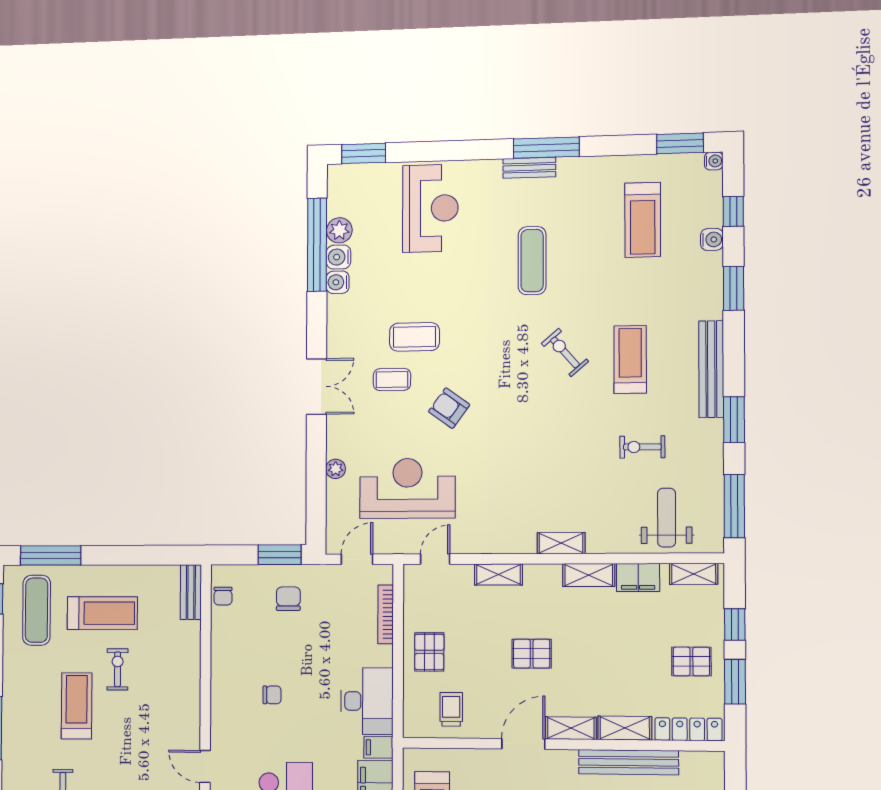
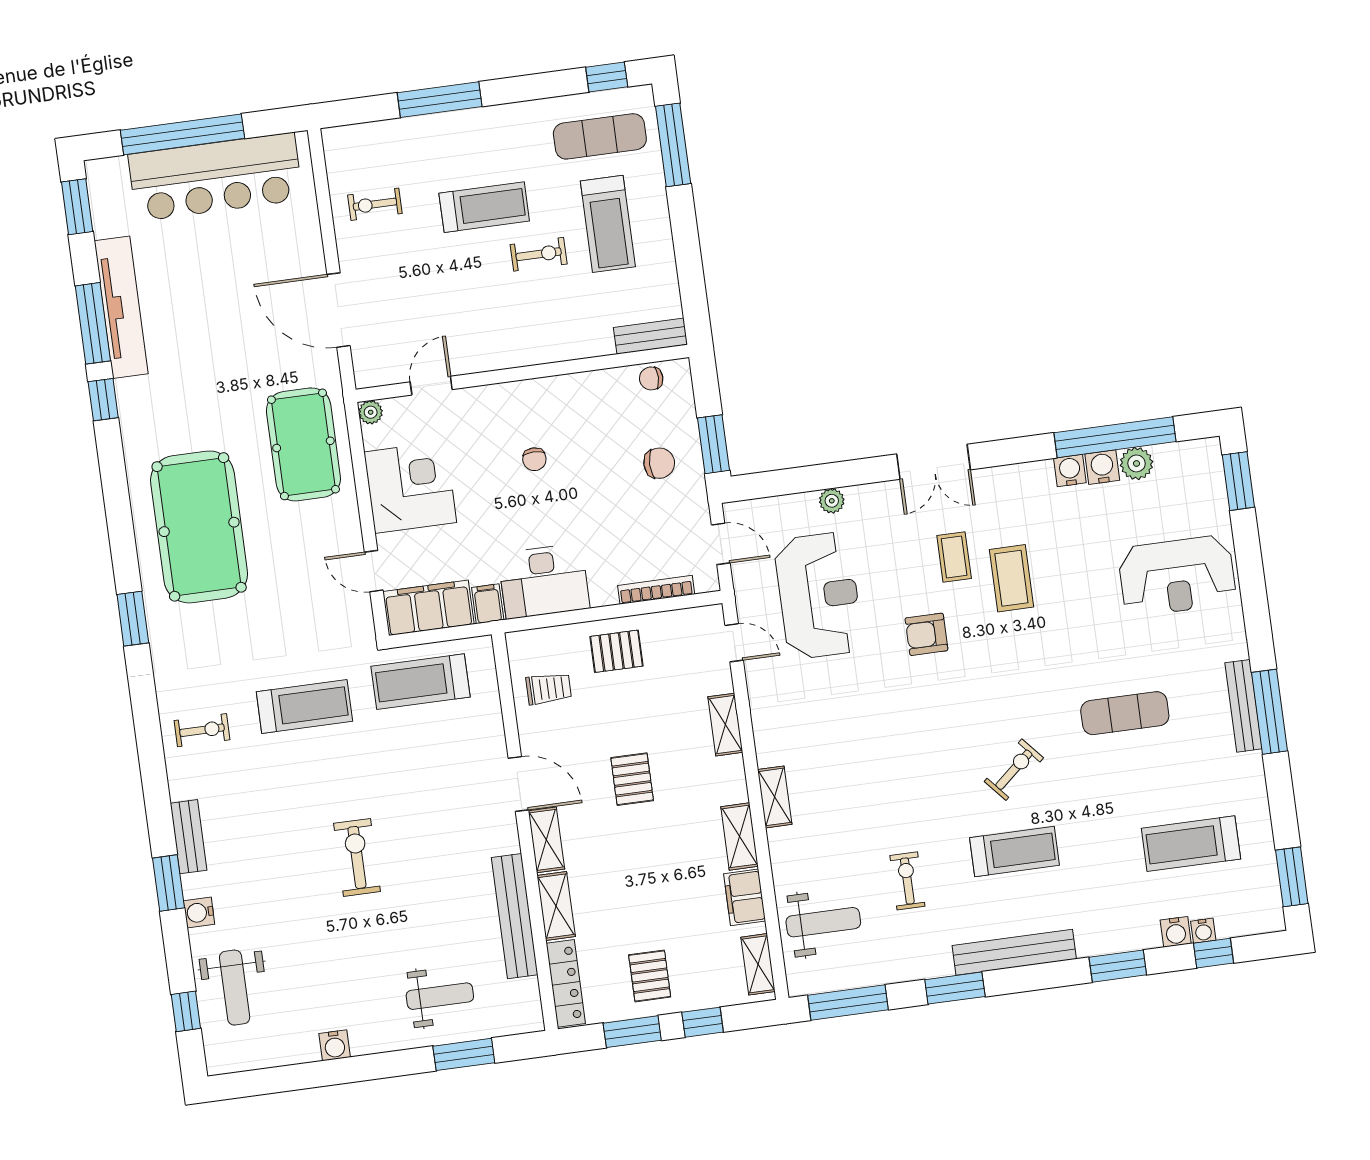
water cooler: (714, 161) -> (1203, 931), moved
bench: (529, 168) -> (1243, 706), width x1.36
armchair: (449, 408) -> (926, 634), turned -126

